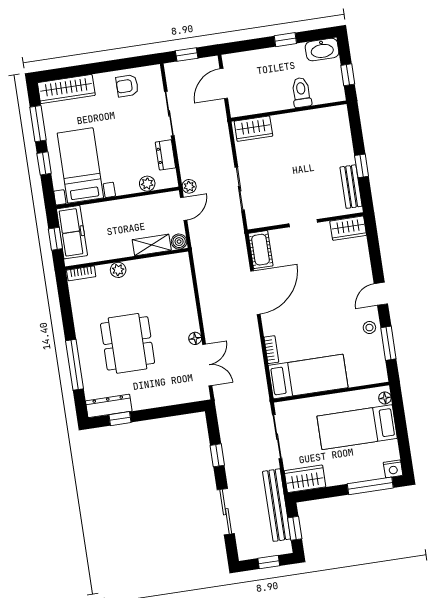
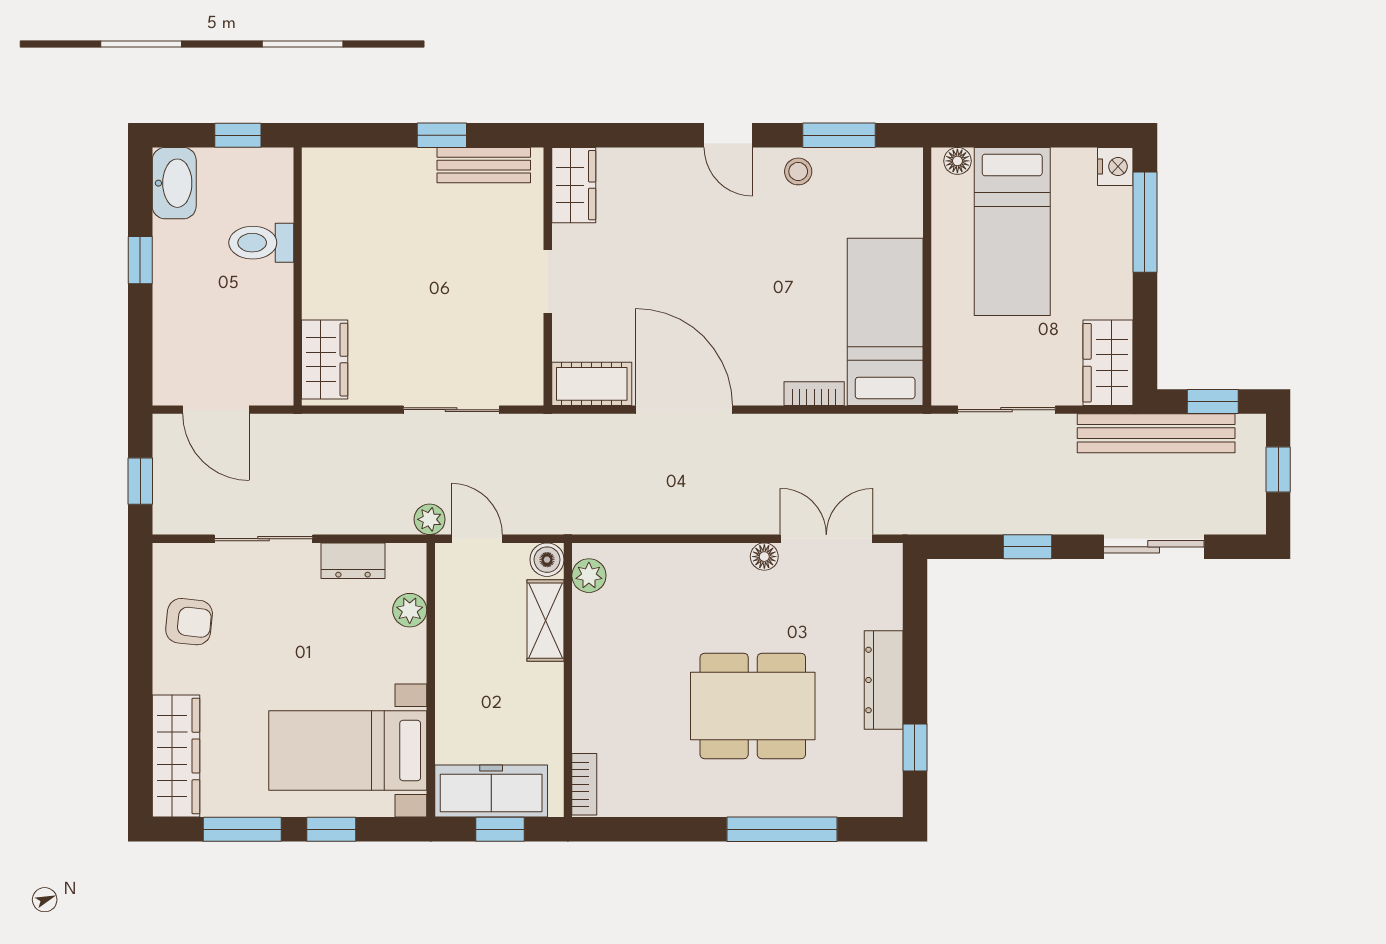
armchair: (127, 86) -> (189, 622), turned -84
plant: (118, 270) -> (589, 576), moved
dresser: (109, 406) -> (884, 680), moved

